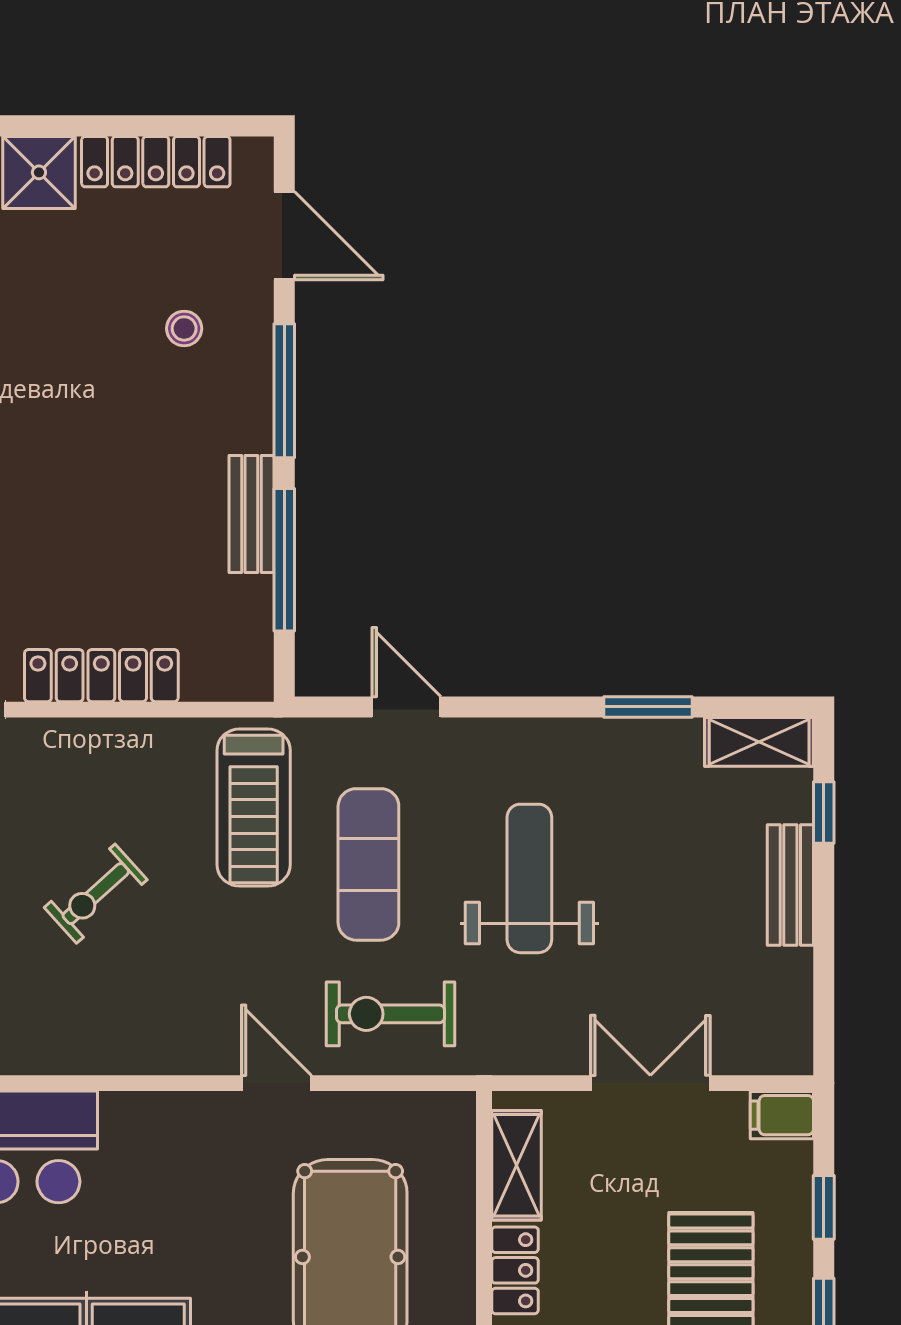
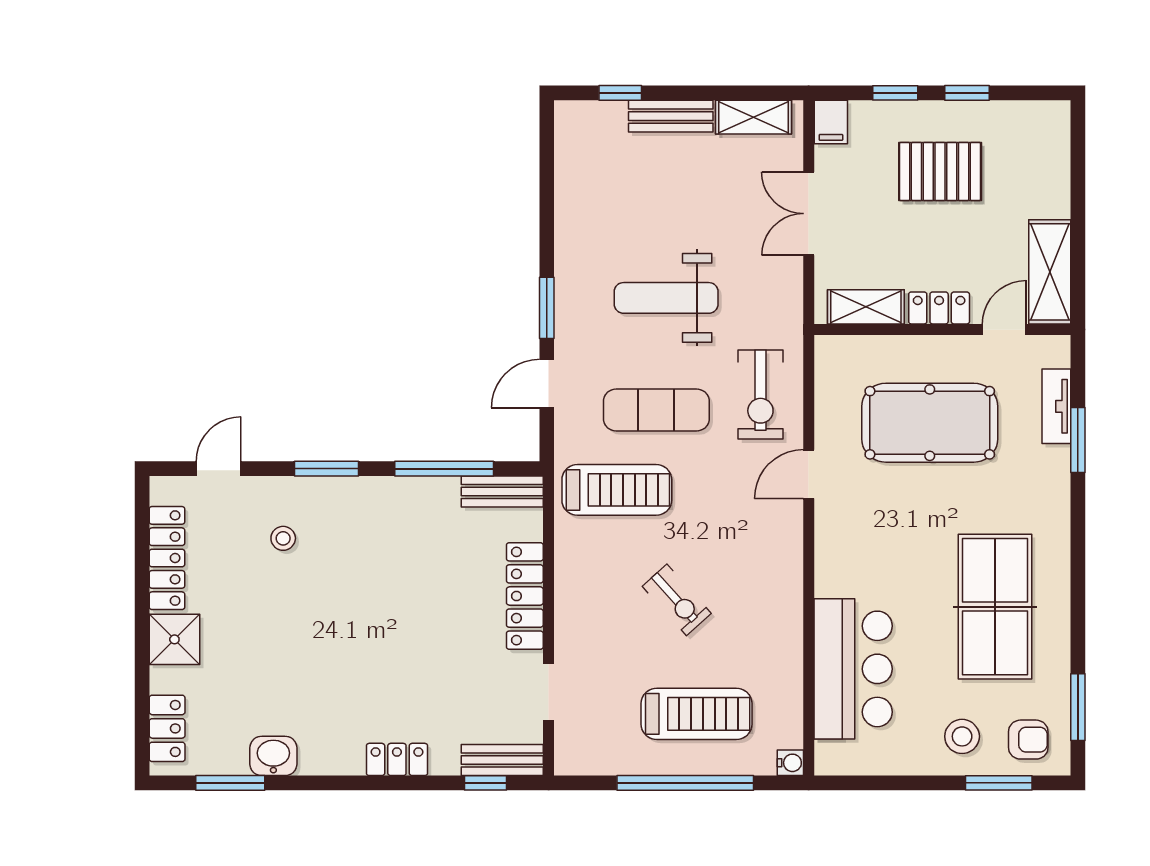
door: (284, 236) -> (219, 469), width x0.73
window: (284, 391) -> (327, 469), width x0.69
bench: (251, 514) -> (502, 491), moved
window: (648, 707) -> (547, 308), moved
shelving: (759, 742) -> (754, 117), moved, turned 90

